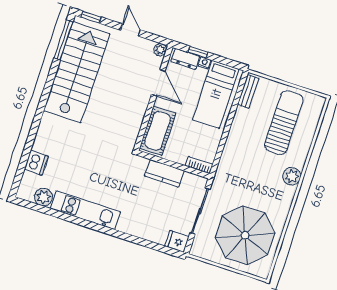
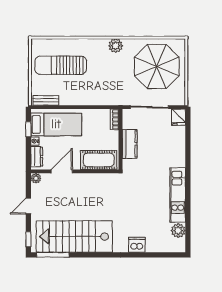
window: (198, 52) -> (28, 129), moved
dishwasher: (36, 163) -> (137, 245), moved
plant: (292, 176) -> (116, 46), moved

